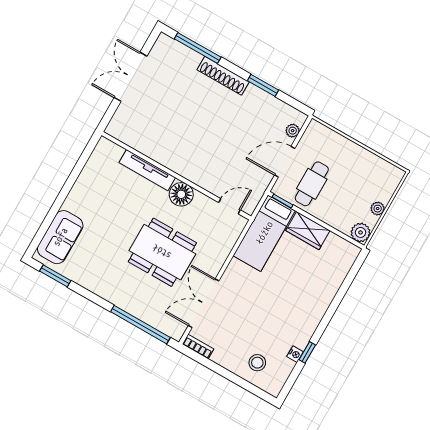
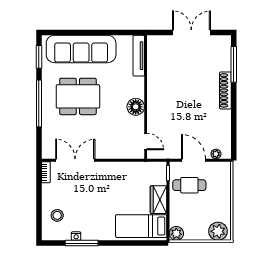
window: (263, 85) -> (234, 119), removed
tv unit: (147, 170) -> (139, 56), moved
plant: (378, 209) -> (218, 231), moved, width x1.87, depth x1.87
bed: (264, 233) -> (141, 226), moved
sofa: (60, 237) -> (81, 49), width x1.85, depth x1.27
dining table: (162, 252) -> (78, 96), moved, turned 90
window: (140, 325) -> (39, 104), moved
window: (307, 352) -> (82, 243), width x2.17

